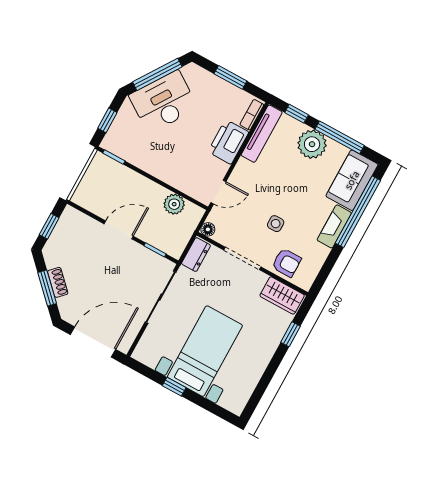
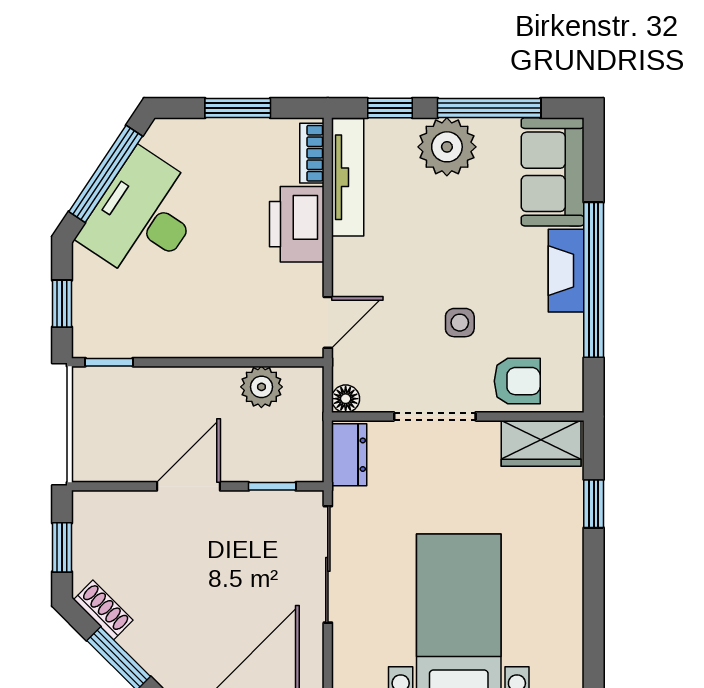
window: (358, 212) -> (594, 280), moved
shoe rack: (58, 282) -> (103, 610), moved

